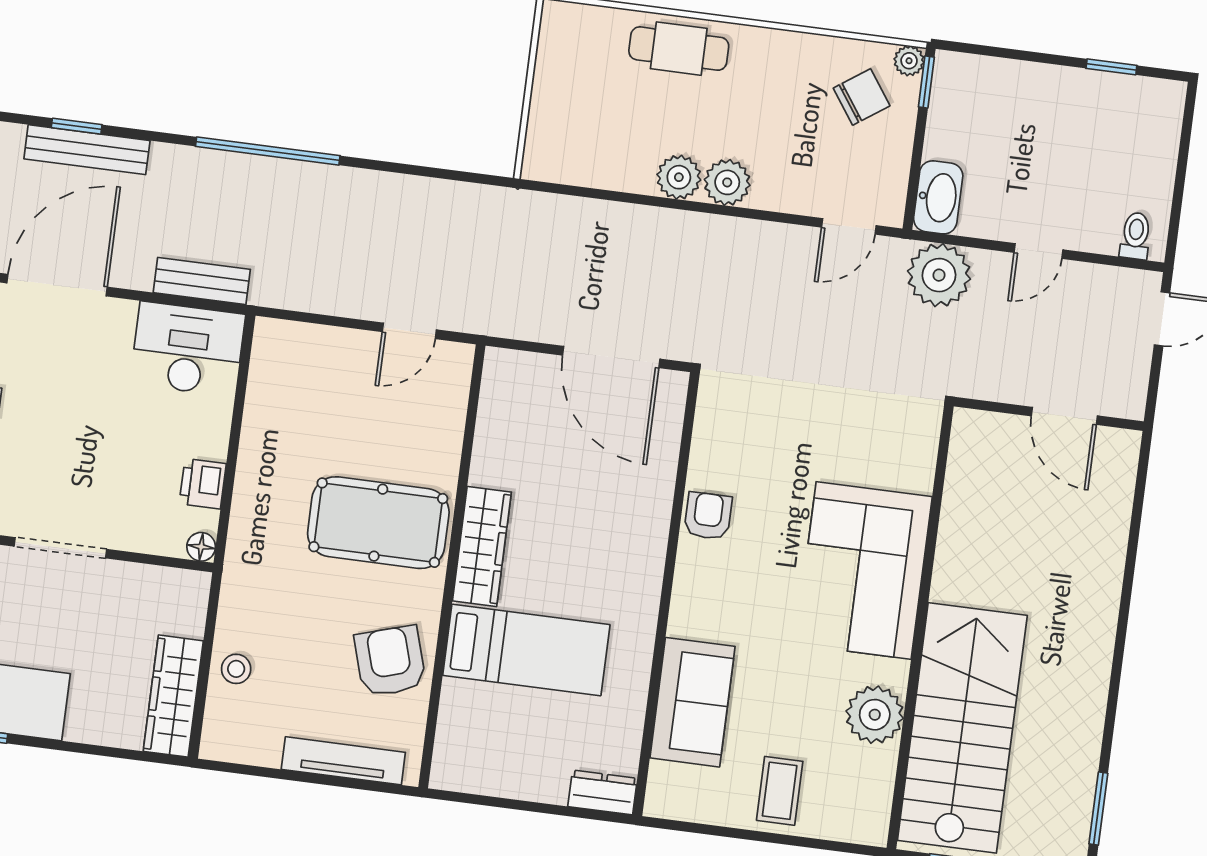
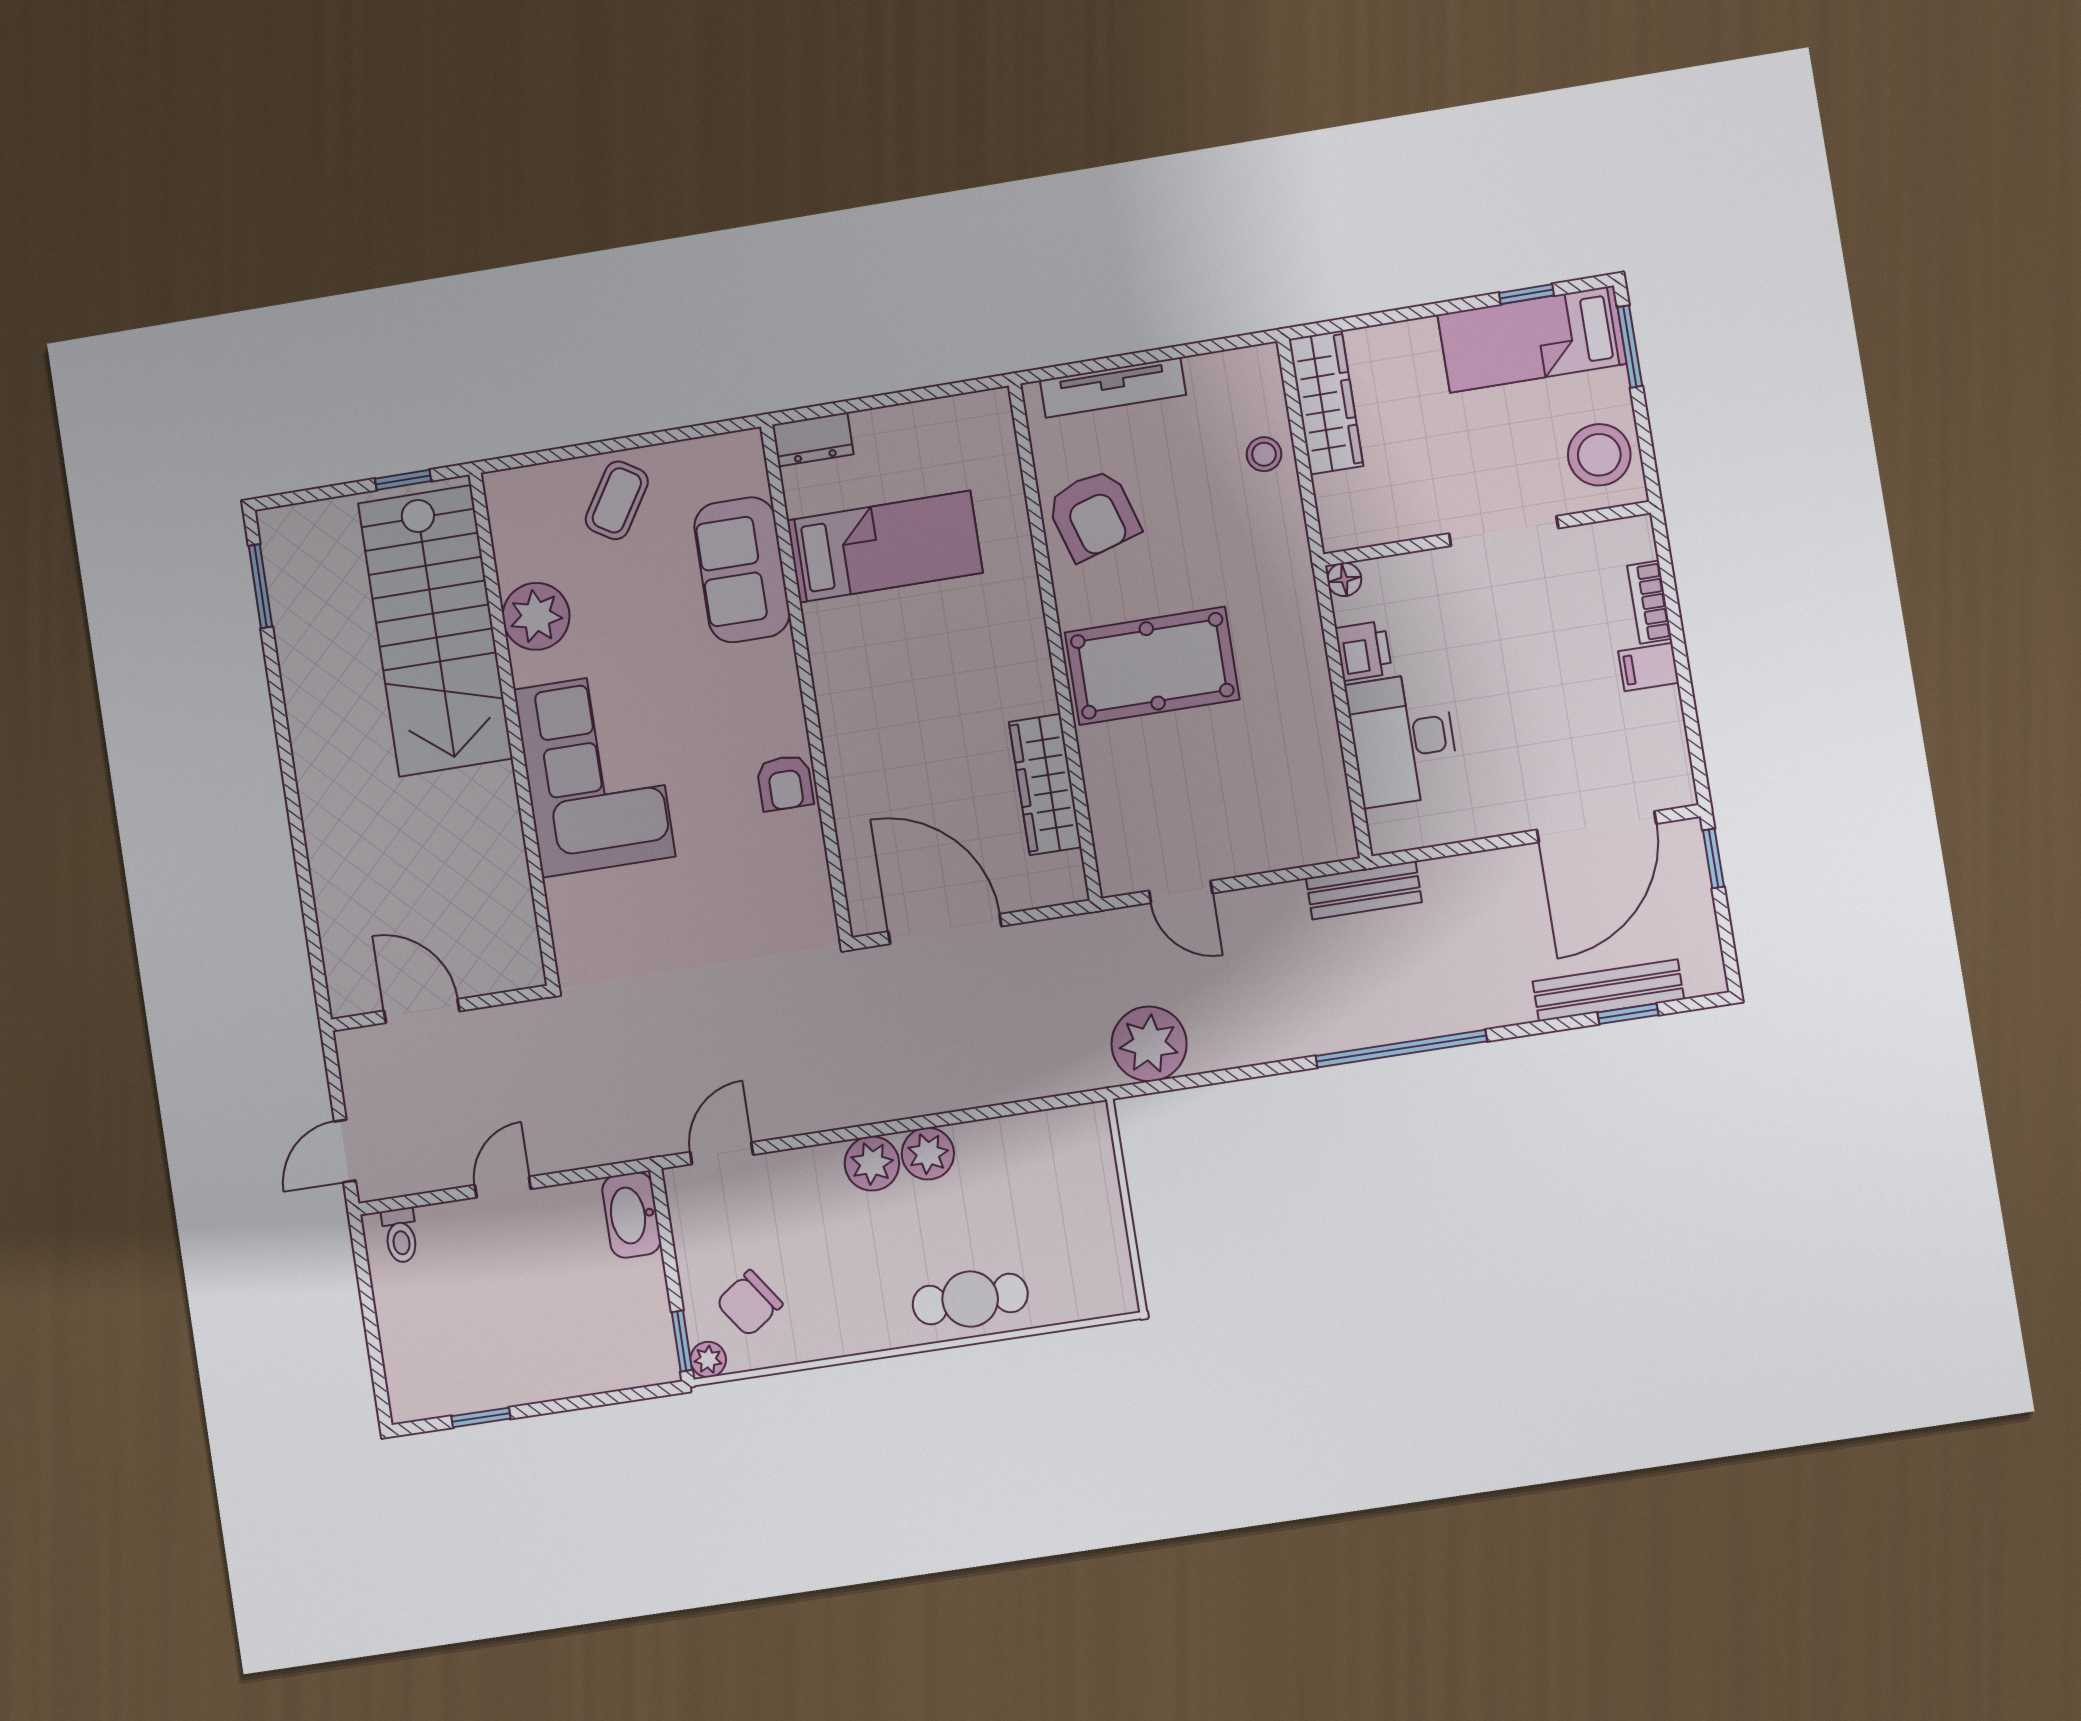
plant: (939, 275) -> (1149, 1044), moved
bench: (202, 281) -> (1364, 890), moved
door: (409, 331) -> (1181, 892), swing flipped
desk: (187, 349) -> (1403, 739), moved, turned 90
wardrobe: (482, 547) -> (1045, 785), moved
bed: (526, 650) -> (885, 547), moved, turned 180
coffee table: (780, 791) -> (617, 500), turned 32

